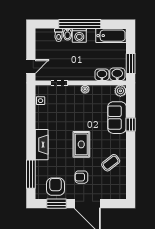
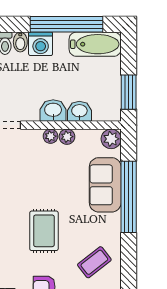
window: (80, 24) -> (67, 24), moved
washbasin: (117, 74) -> (53, 110), moved
plant: (95, 90) -> (67, 137), added
window: (131, 125) -> (129, 197), width x3.17

